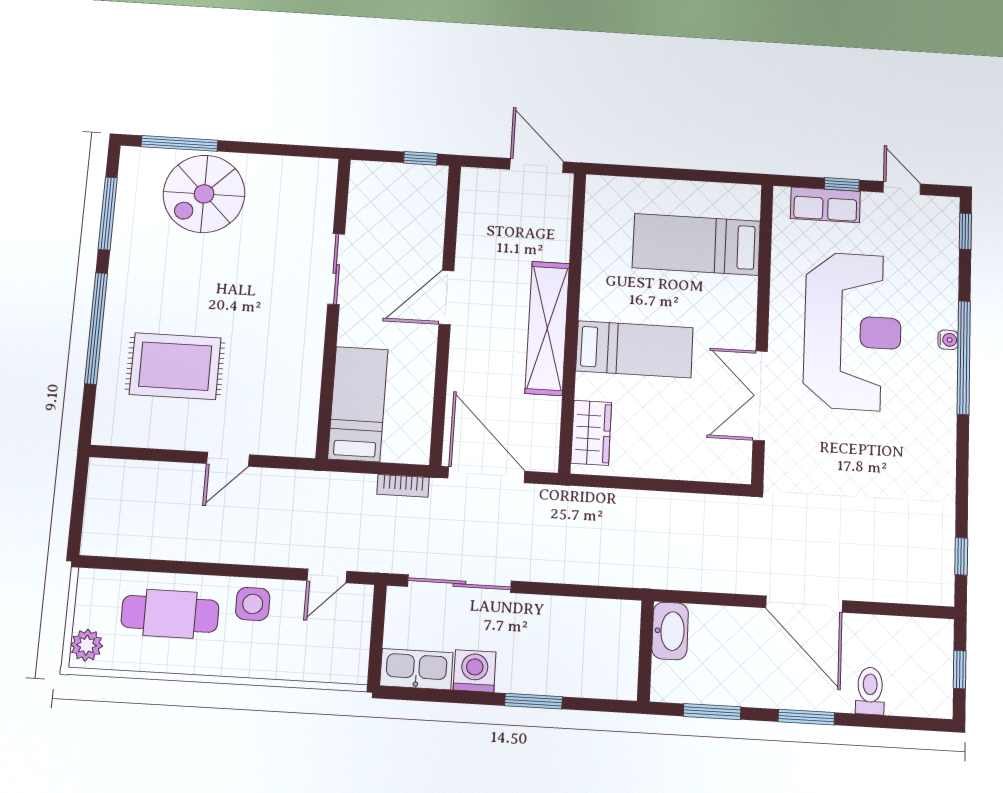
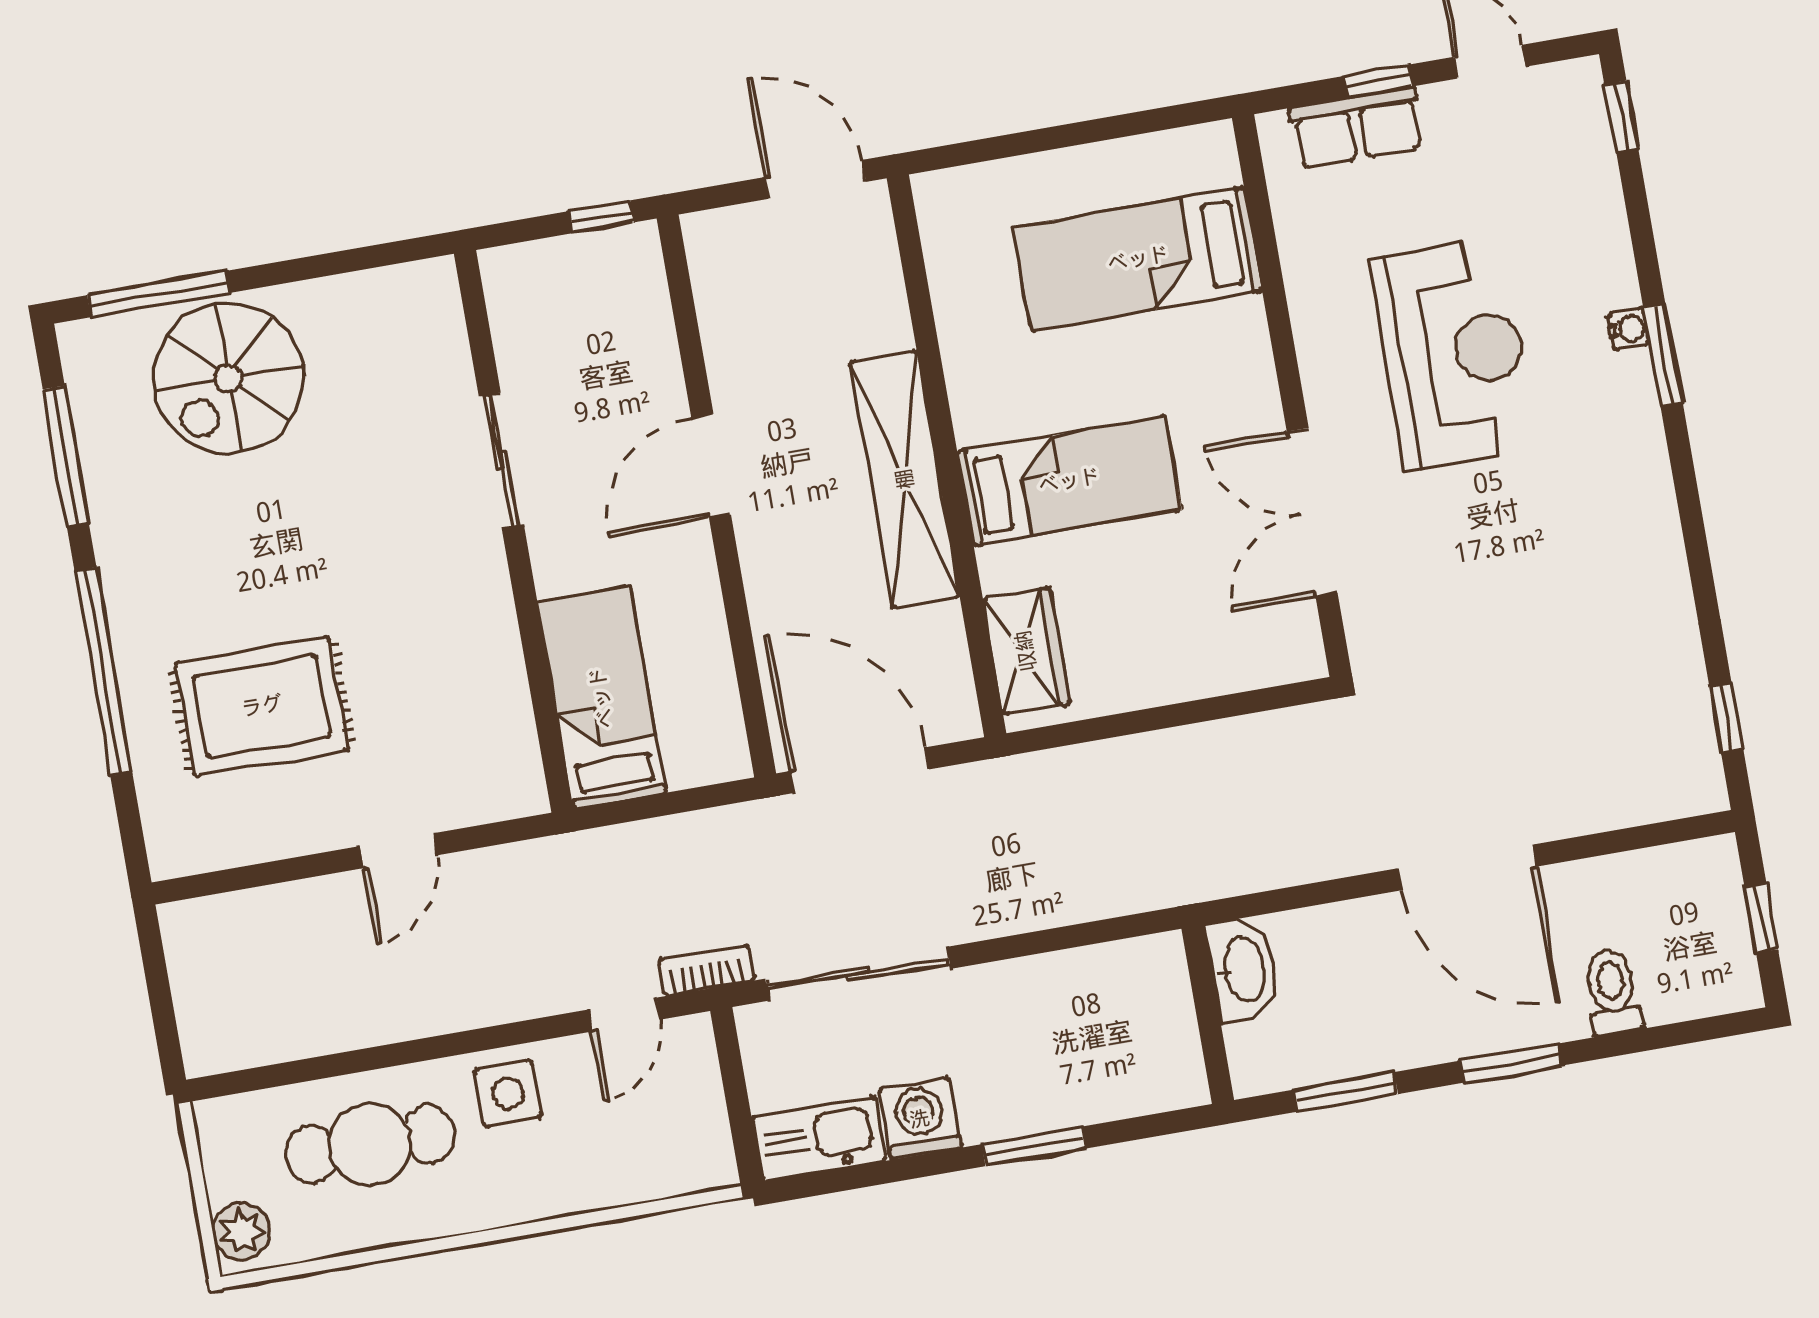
reception desk: (853, 331) -> (1454, 354), width x0.74, depth x0.77
window: (964, 358) -> (1663, 355), width x0.47
bookcase: (403, 486) -> (706, 970), moved, turned 180

